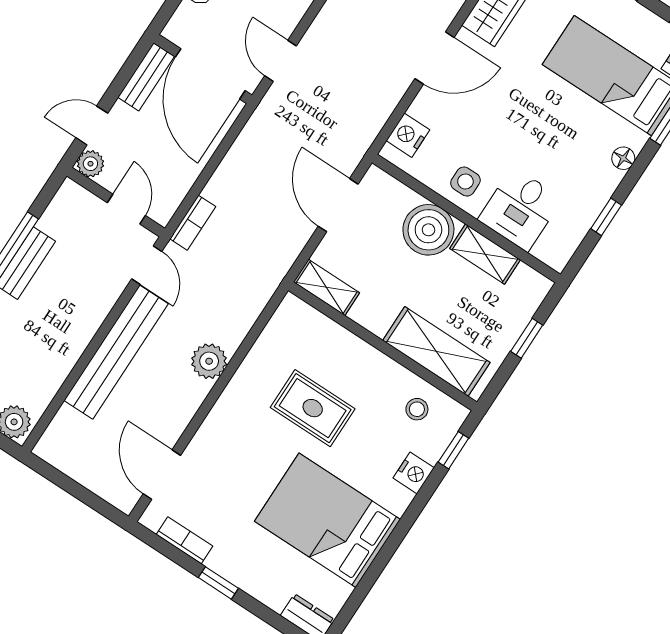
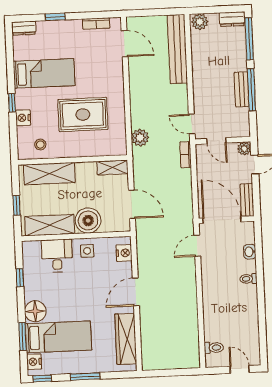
door: (280, 61) -> (197, 246), swing flipped
floor lamp: (623, 158) -> (35, 311), width x1.89, depth x1.89
shelving: (485, 254) -> (50, 225), width x1.50, depth x1.33
bench: (116, 352) -> (177, 49), moved
plant: (209, 361) -> (140, 138), moved
rug: (313, 408) -> (83, 115), width x1.36, depth x1.43
window: (453, 450) -> (12, 103), moved
bed: (328, 520) -> (44, 73), width x0.67
window: (218, 583) -> (55, 17), moved

